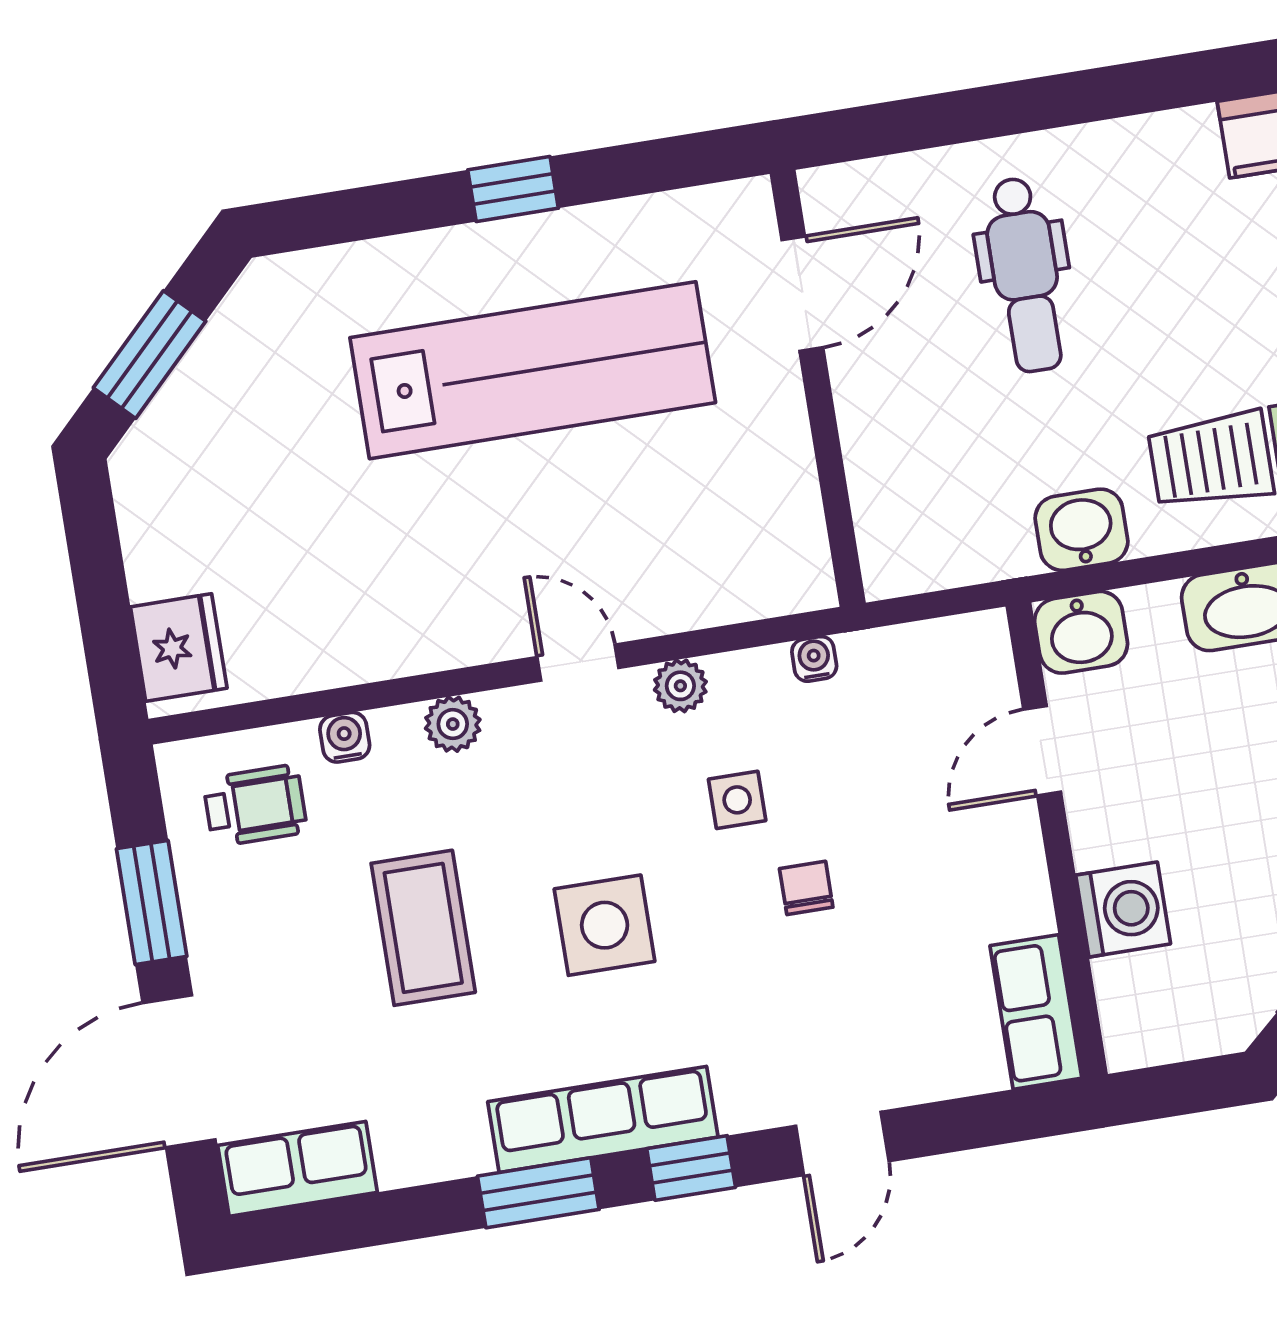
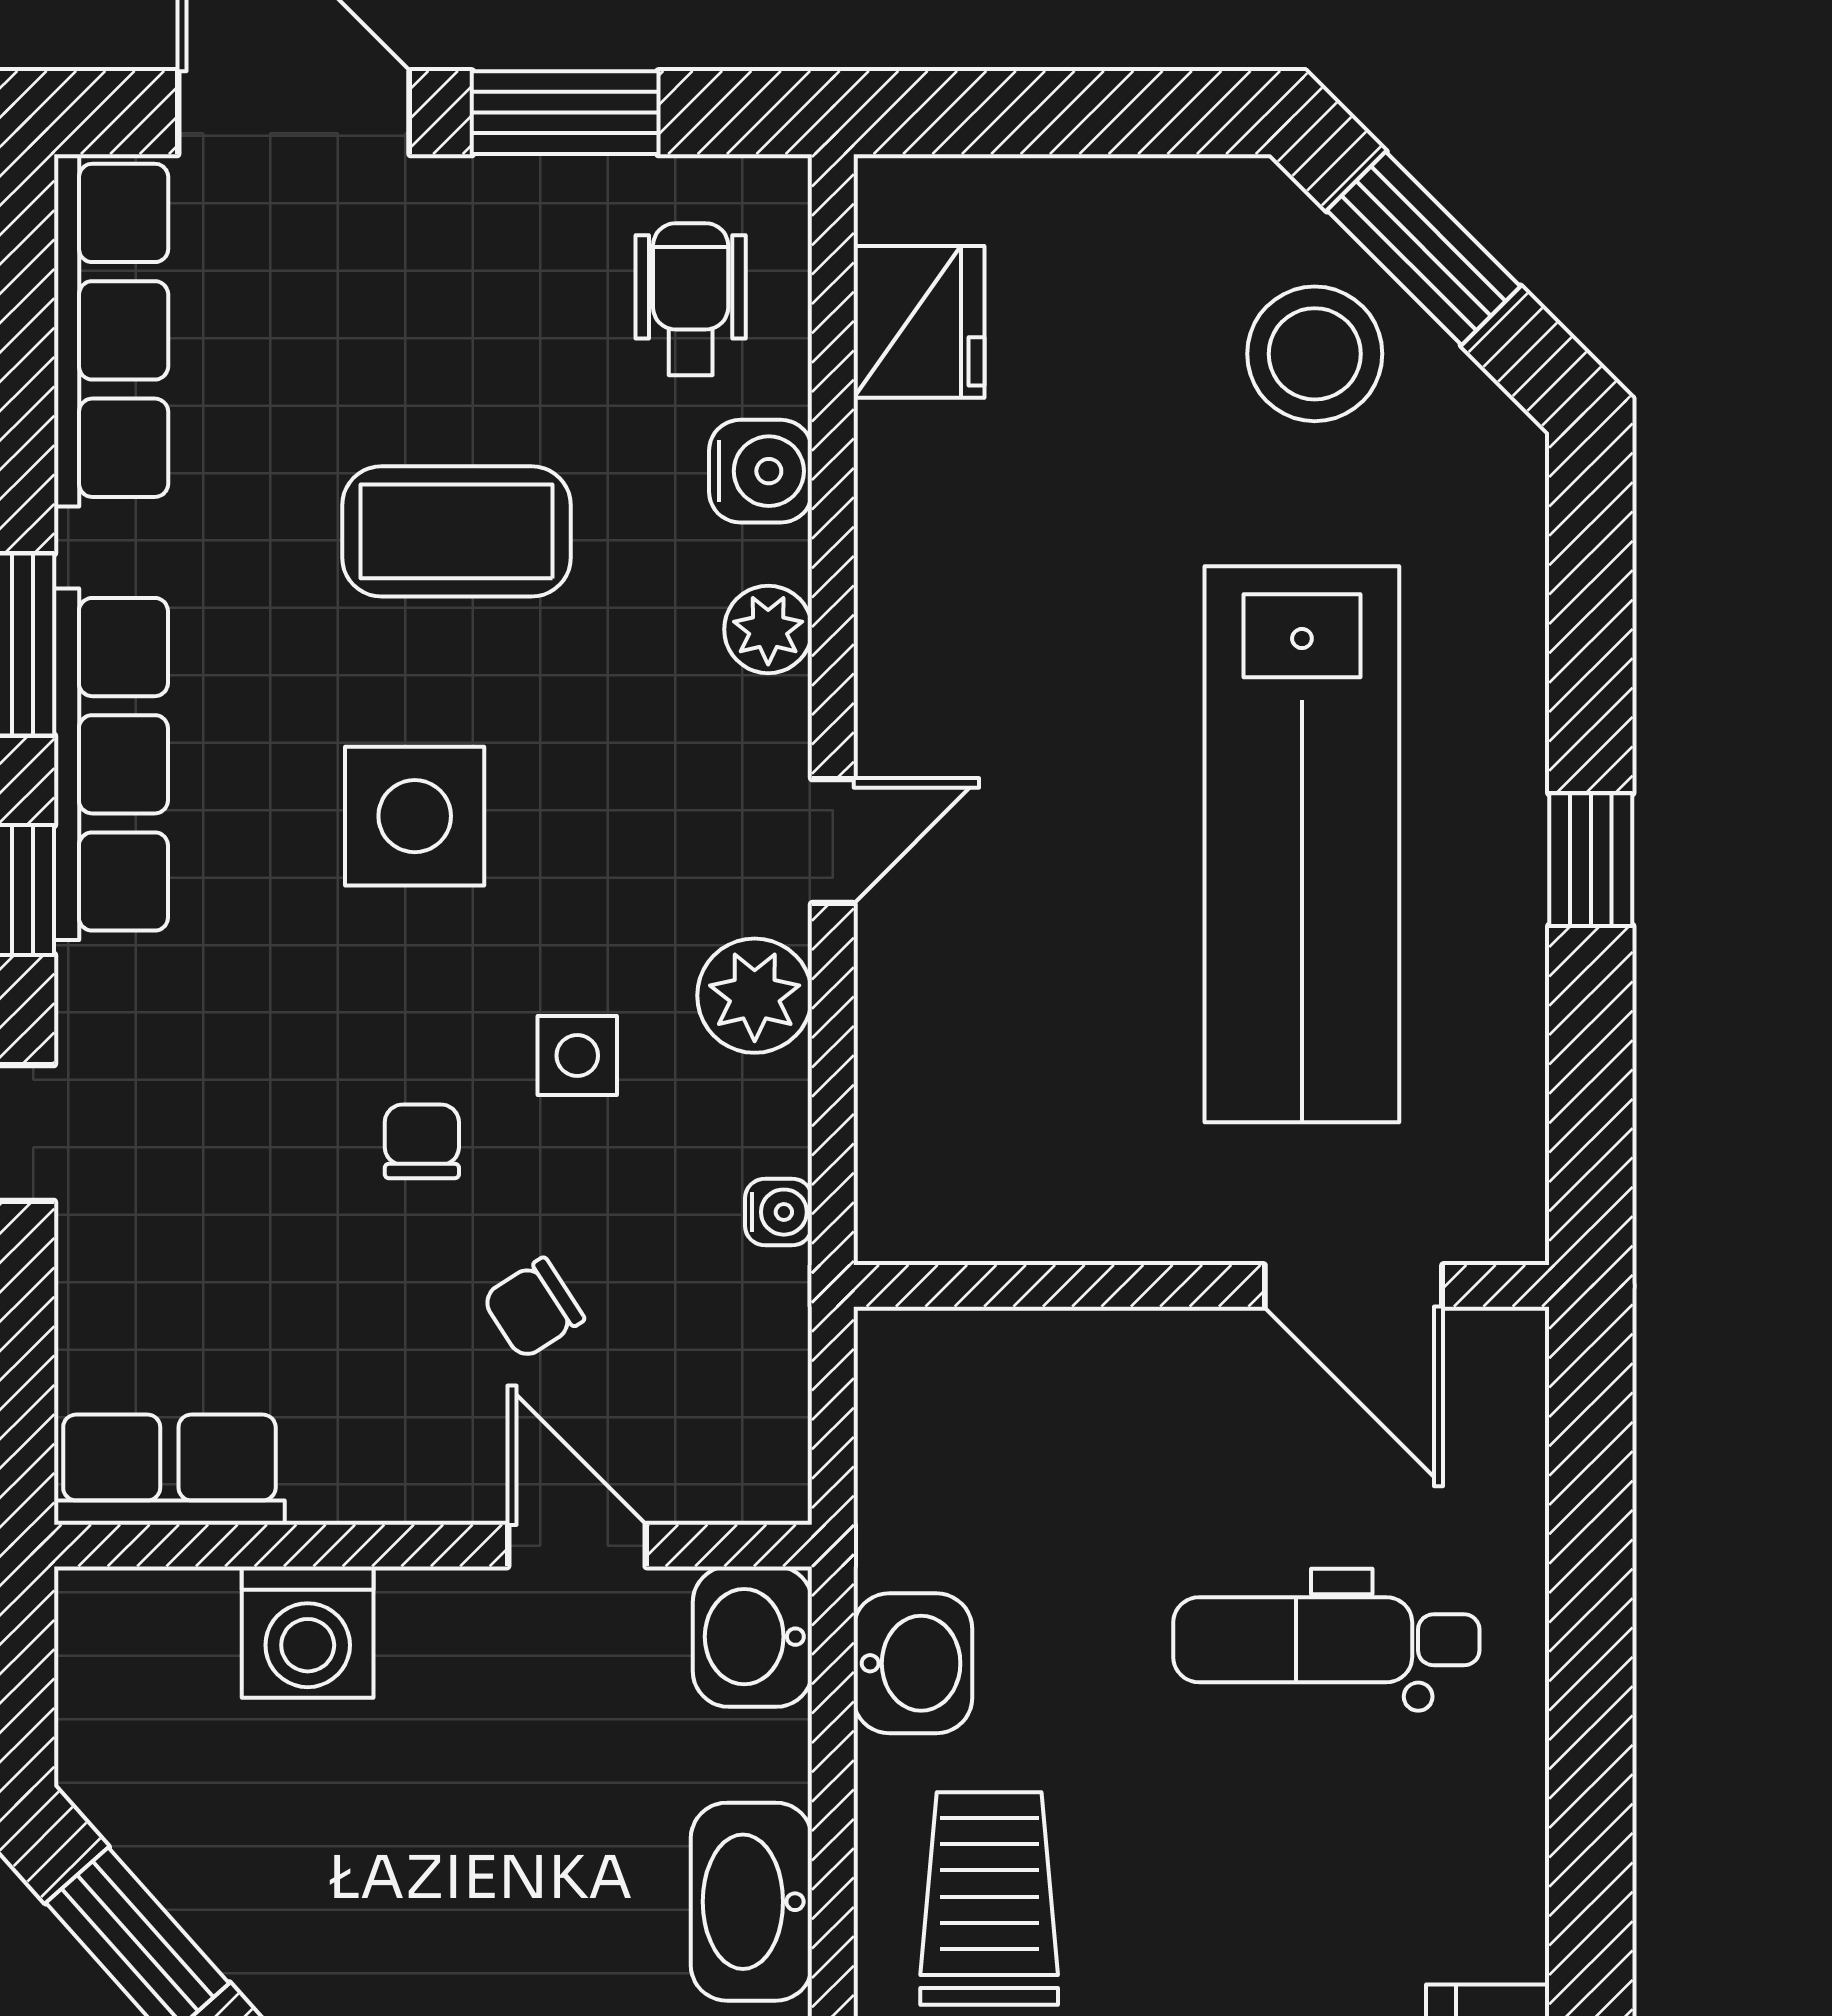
stool: (226, 412) -> (1315, 354), added
fridge: (179, 648) -> (919, 322), moved, turned -90
plant: (680, 686) -> (755, 996), width x1.38, depth x1.38
water cooler: (345, 737) -> (761, 471), width x1.38, depth x1.38
chair: (899, 802) -> (533, 1308), added
wheelchair: (255, 806) -> (691, 299), turned 180
chair: (806, 888) -> (422, 1141), turned -90
row of seats: (297, 1169) -> (111, 330), width x1.48

